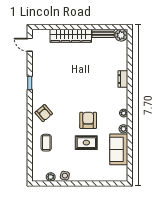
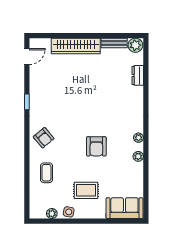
door: (30, 45) -> (27, 57), swing flipped
dresser: (123, 79) -> (138, 75), moved
armchair: (88, 120) -> (96, 146), turned 180
rug: (86, 143) -> (86, 190), moved
sofa: (119, 149) -> (124, 208), moved, turned 90

